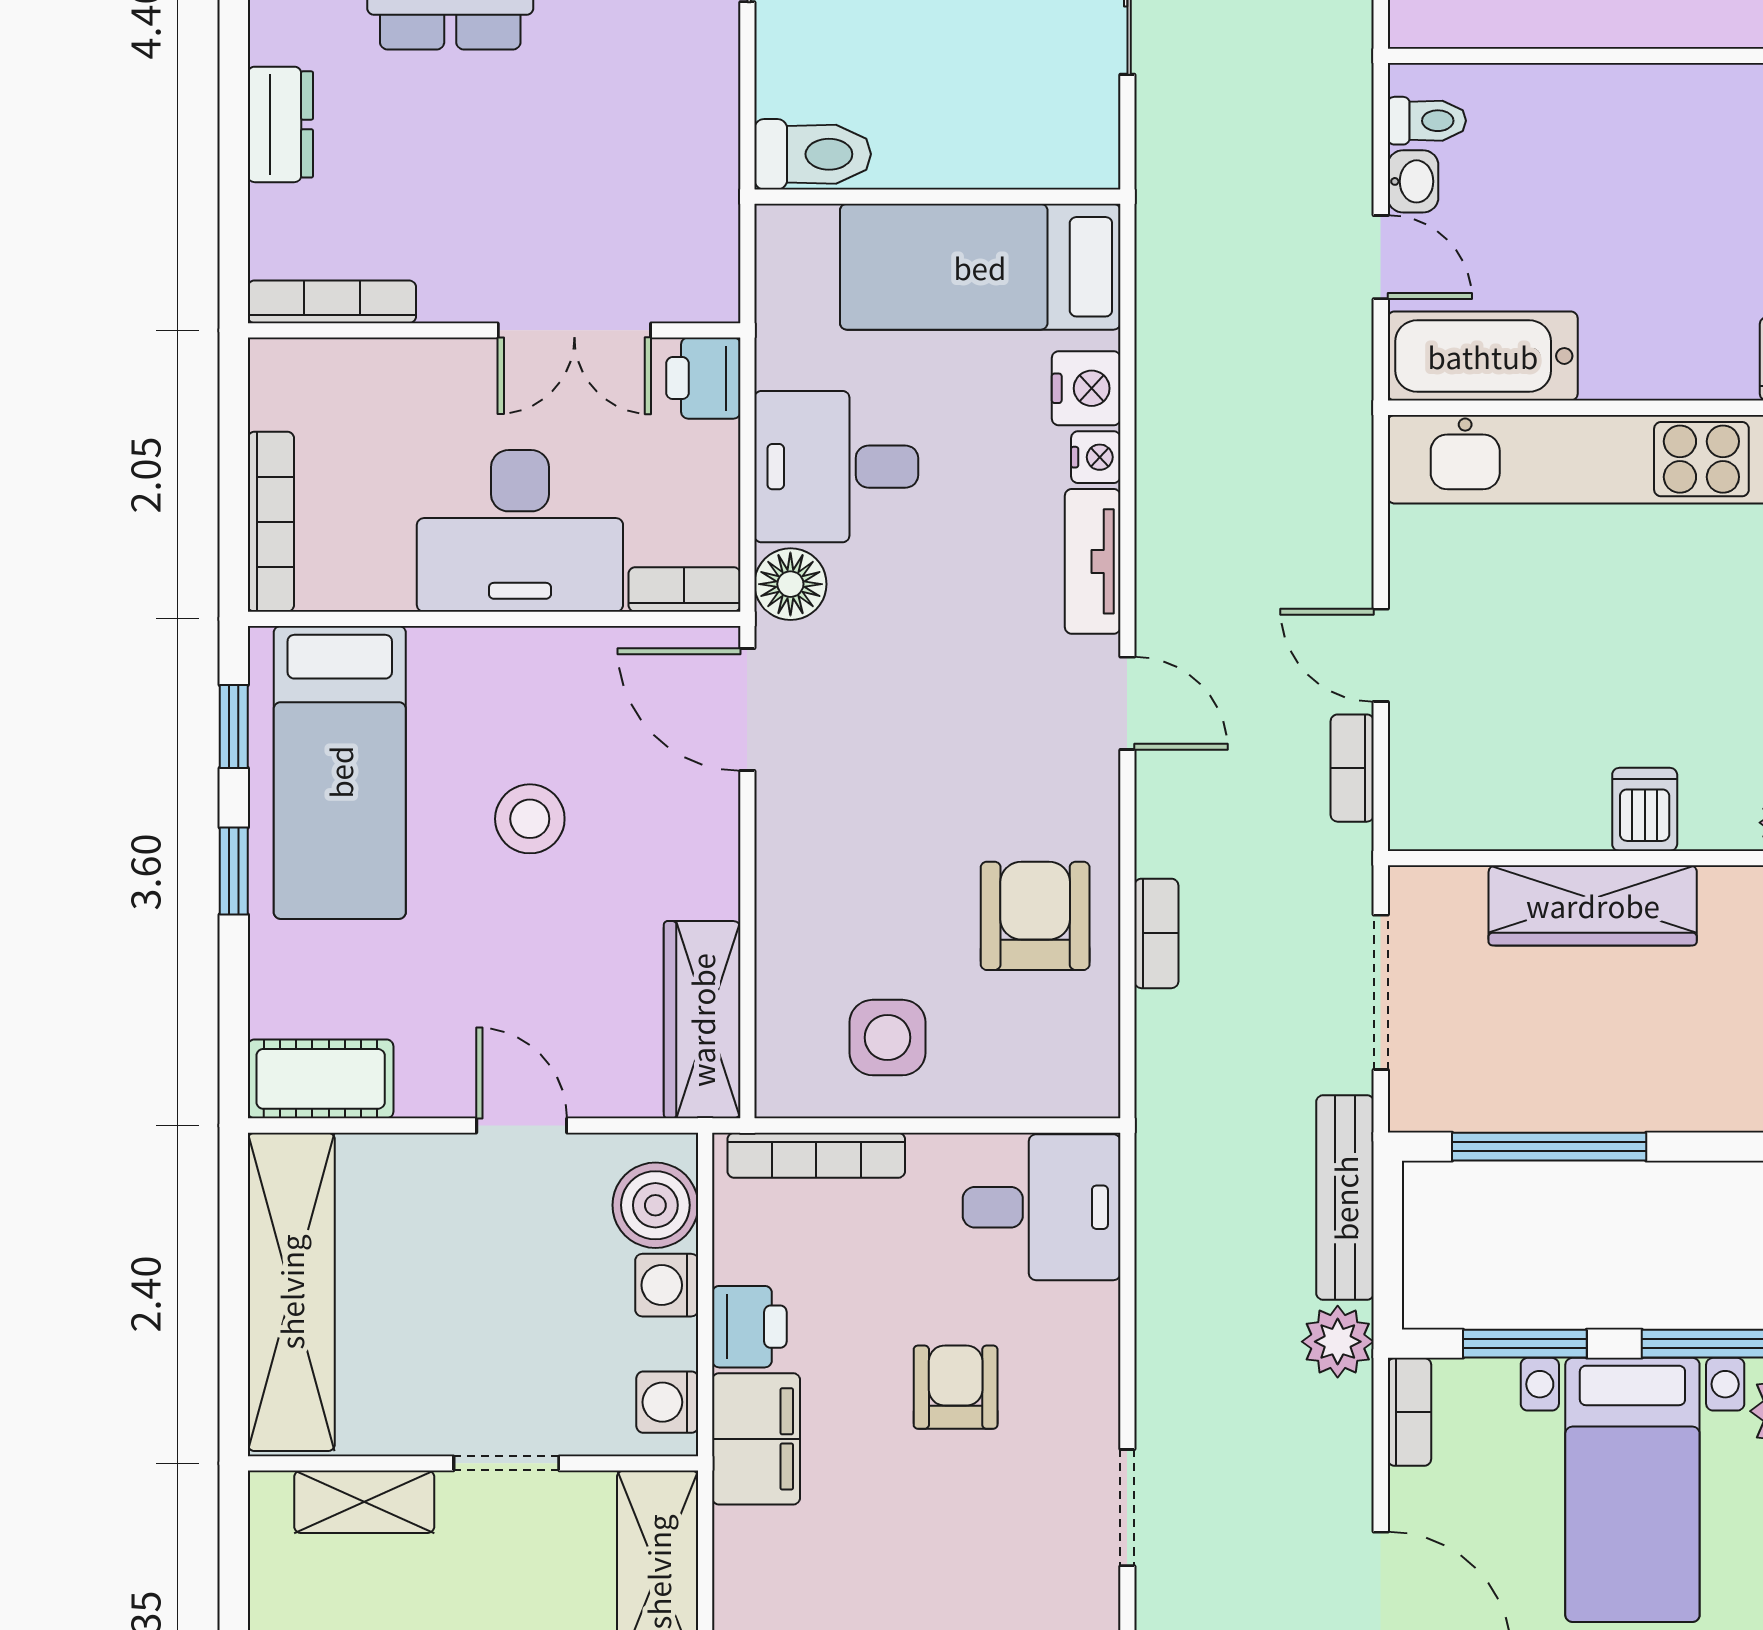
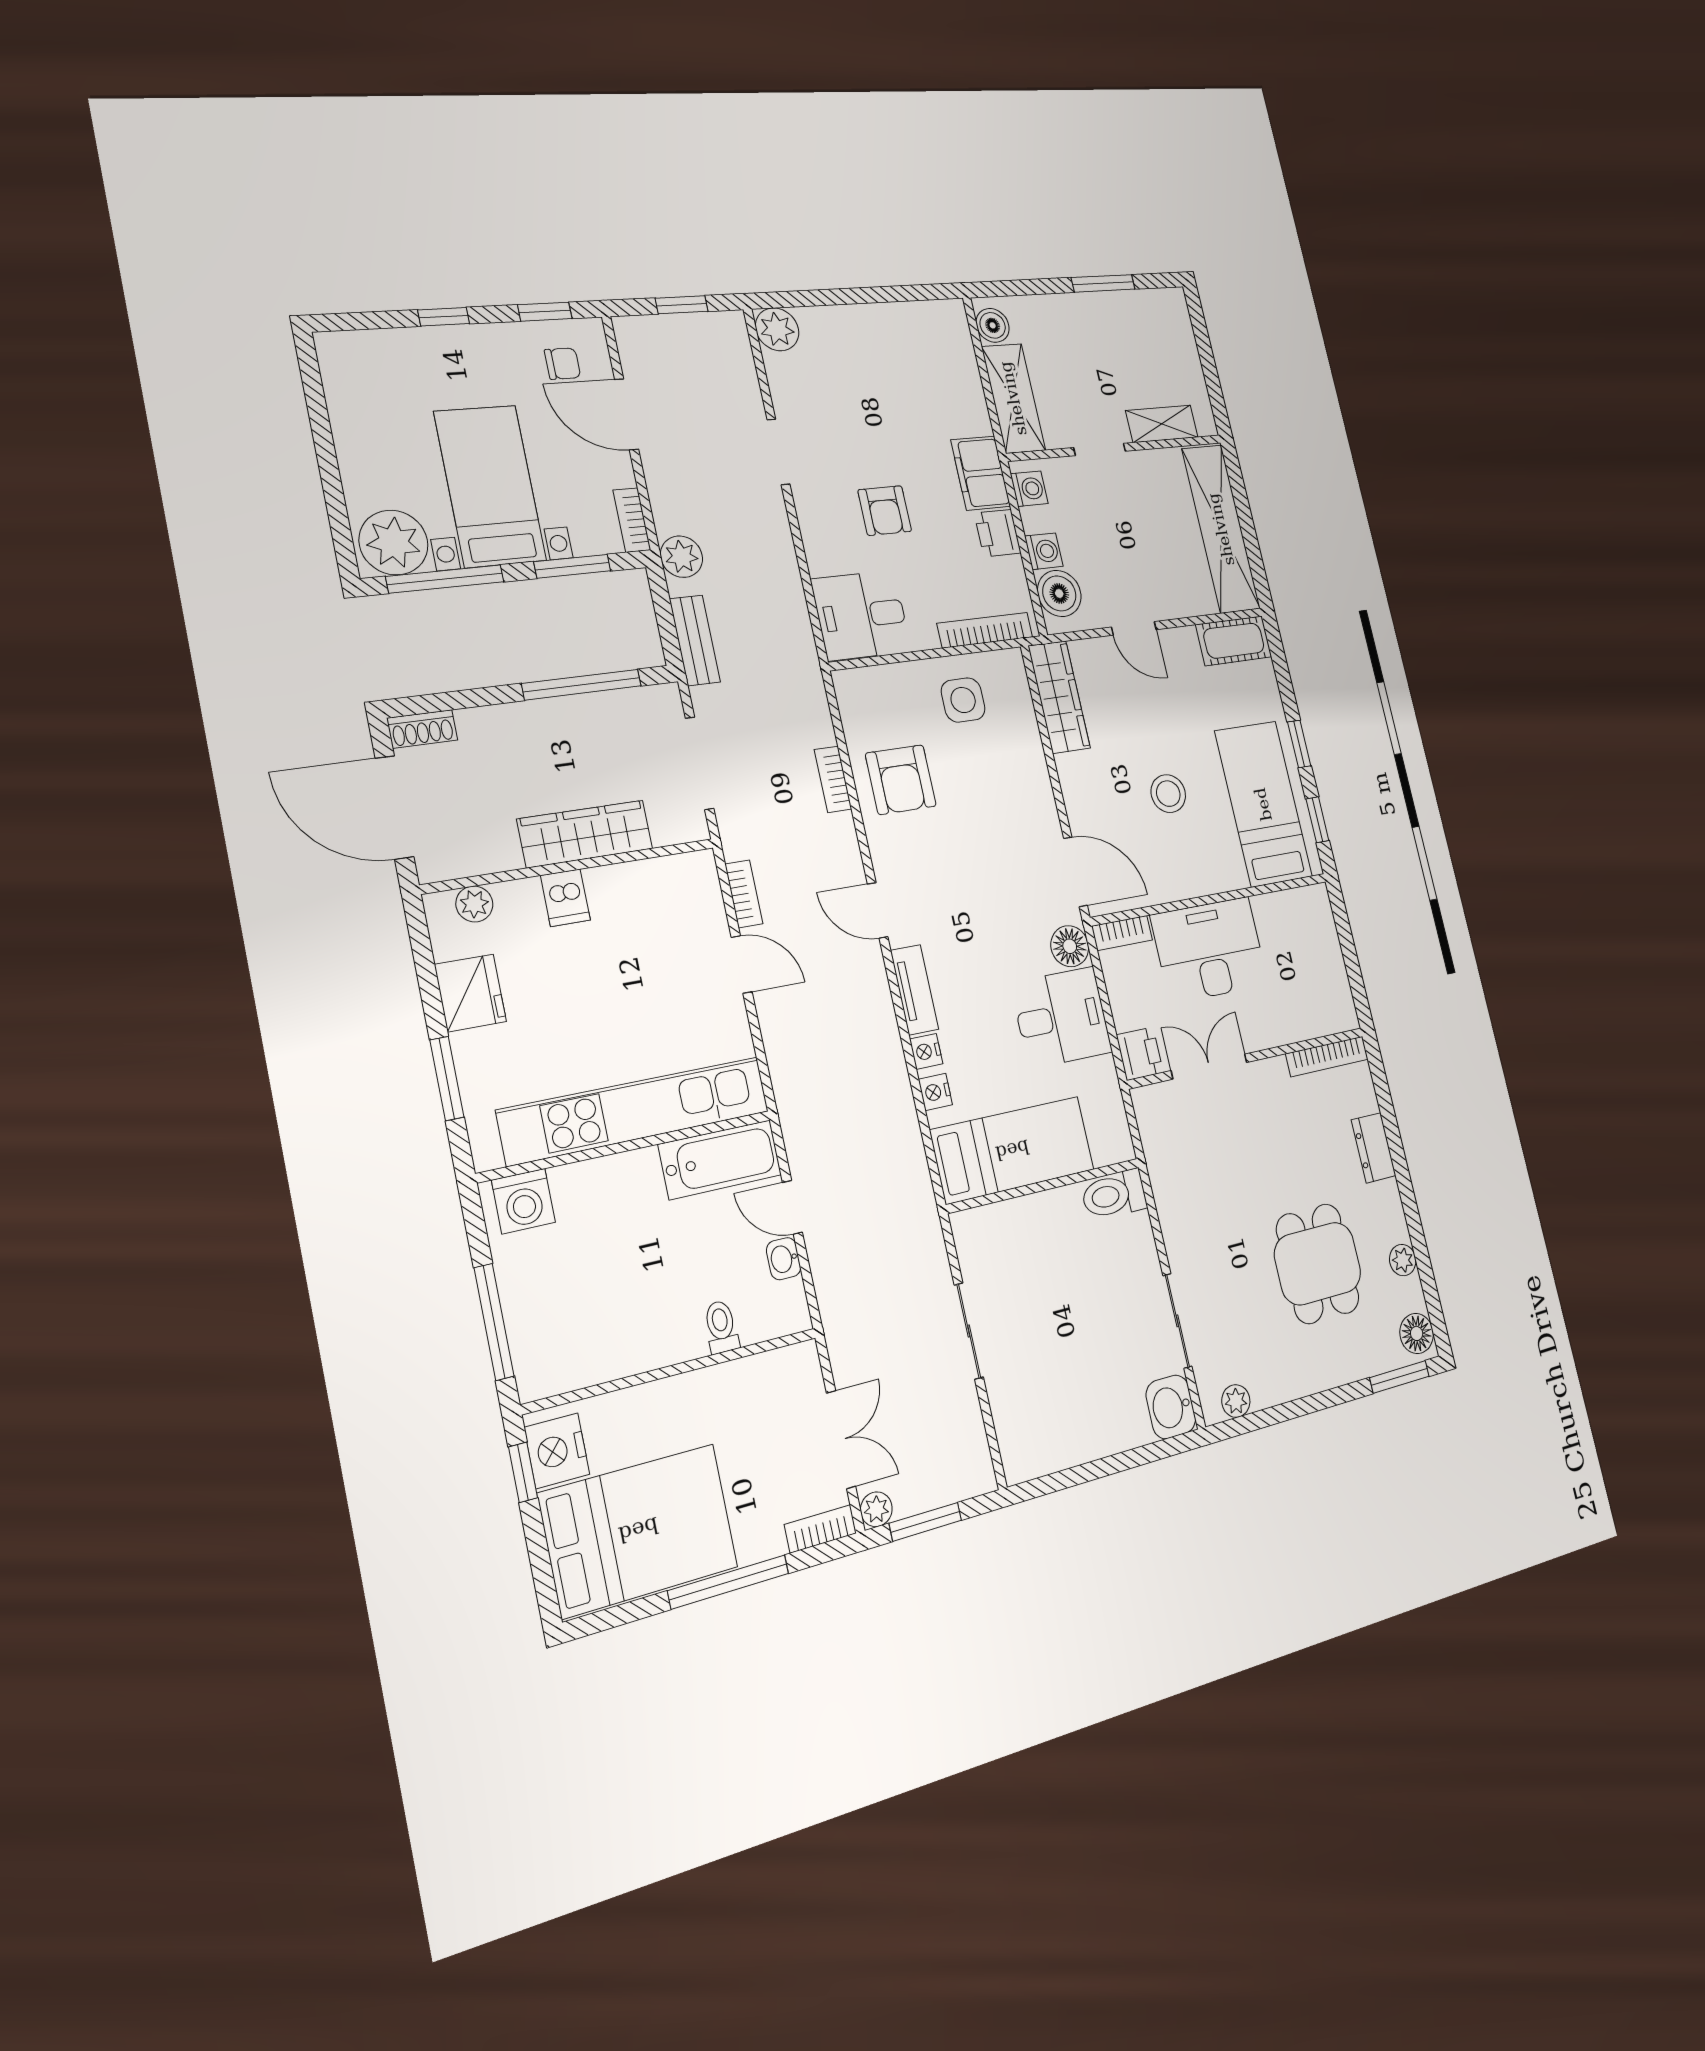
toilet: (1427, 121) -> (721, 1327), moved, turned 90
nightstand: (1086, 388) -> (935, 1092), width x0.72, depth x0.74
bookcase: (271, 522) -> (1327, 932), removed
bench: (1345, 1198) -> (695, 640), width x0.73

